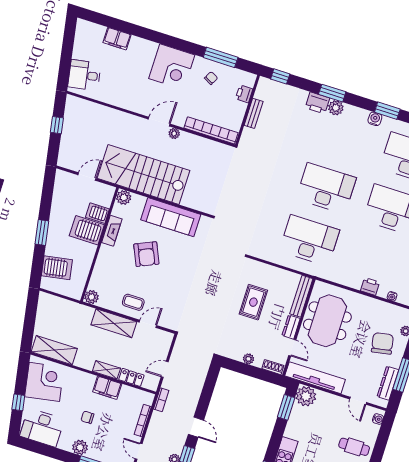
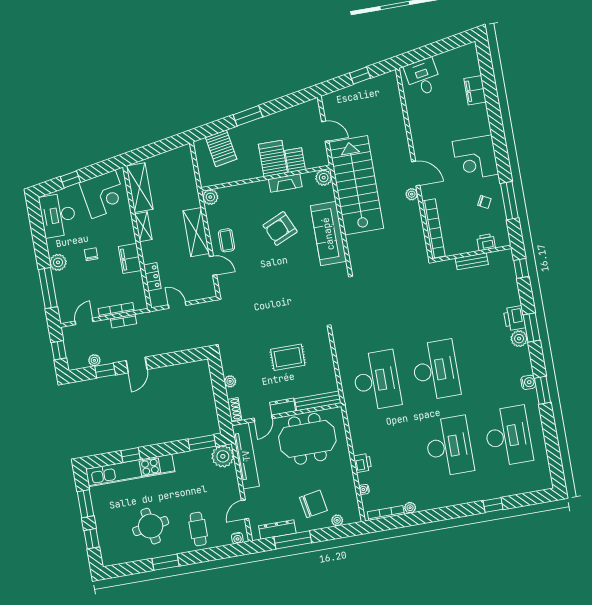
shelving: (106, 370) -> (143, 227), moved
bookcase: (161, 400) -> (123, 321), moved

